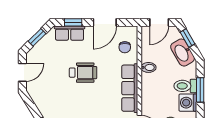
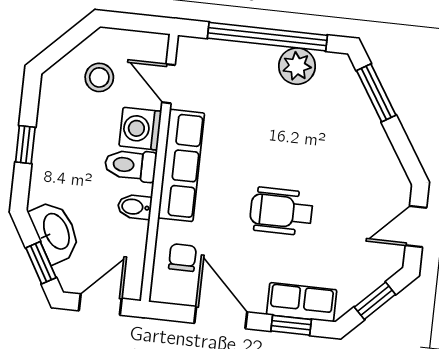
door: (105, 22) -> (221, 318), hinge flipped
toilet: (185, 86) -> (131, 165), moved, turned 180
window: (200, 90) -> (25, 145), width x0.67
washing machine: (188, 103) -> (140, 129), moved, turned 180

